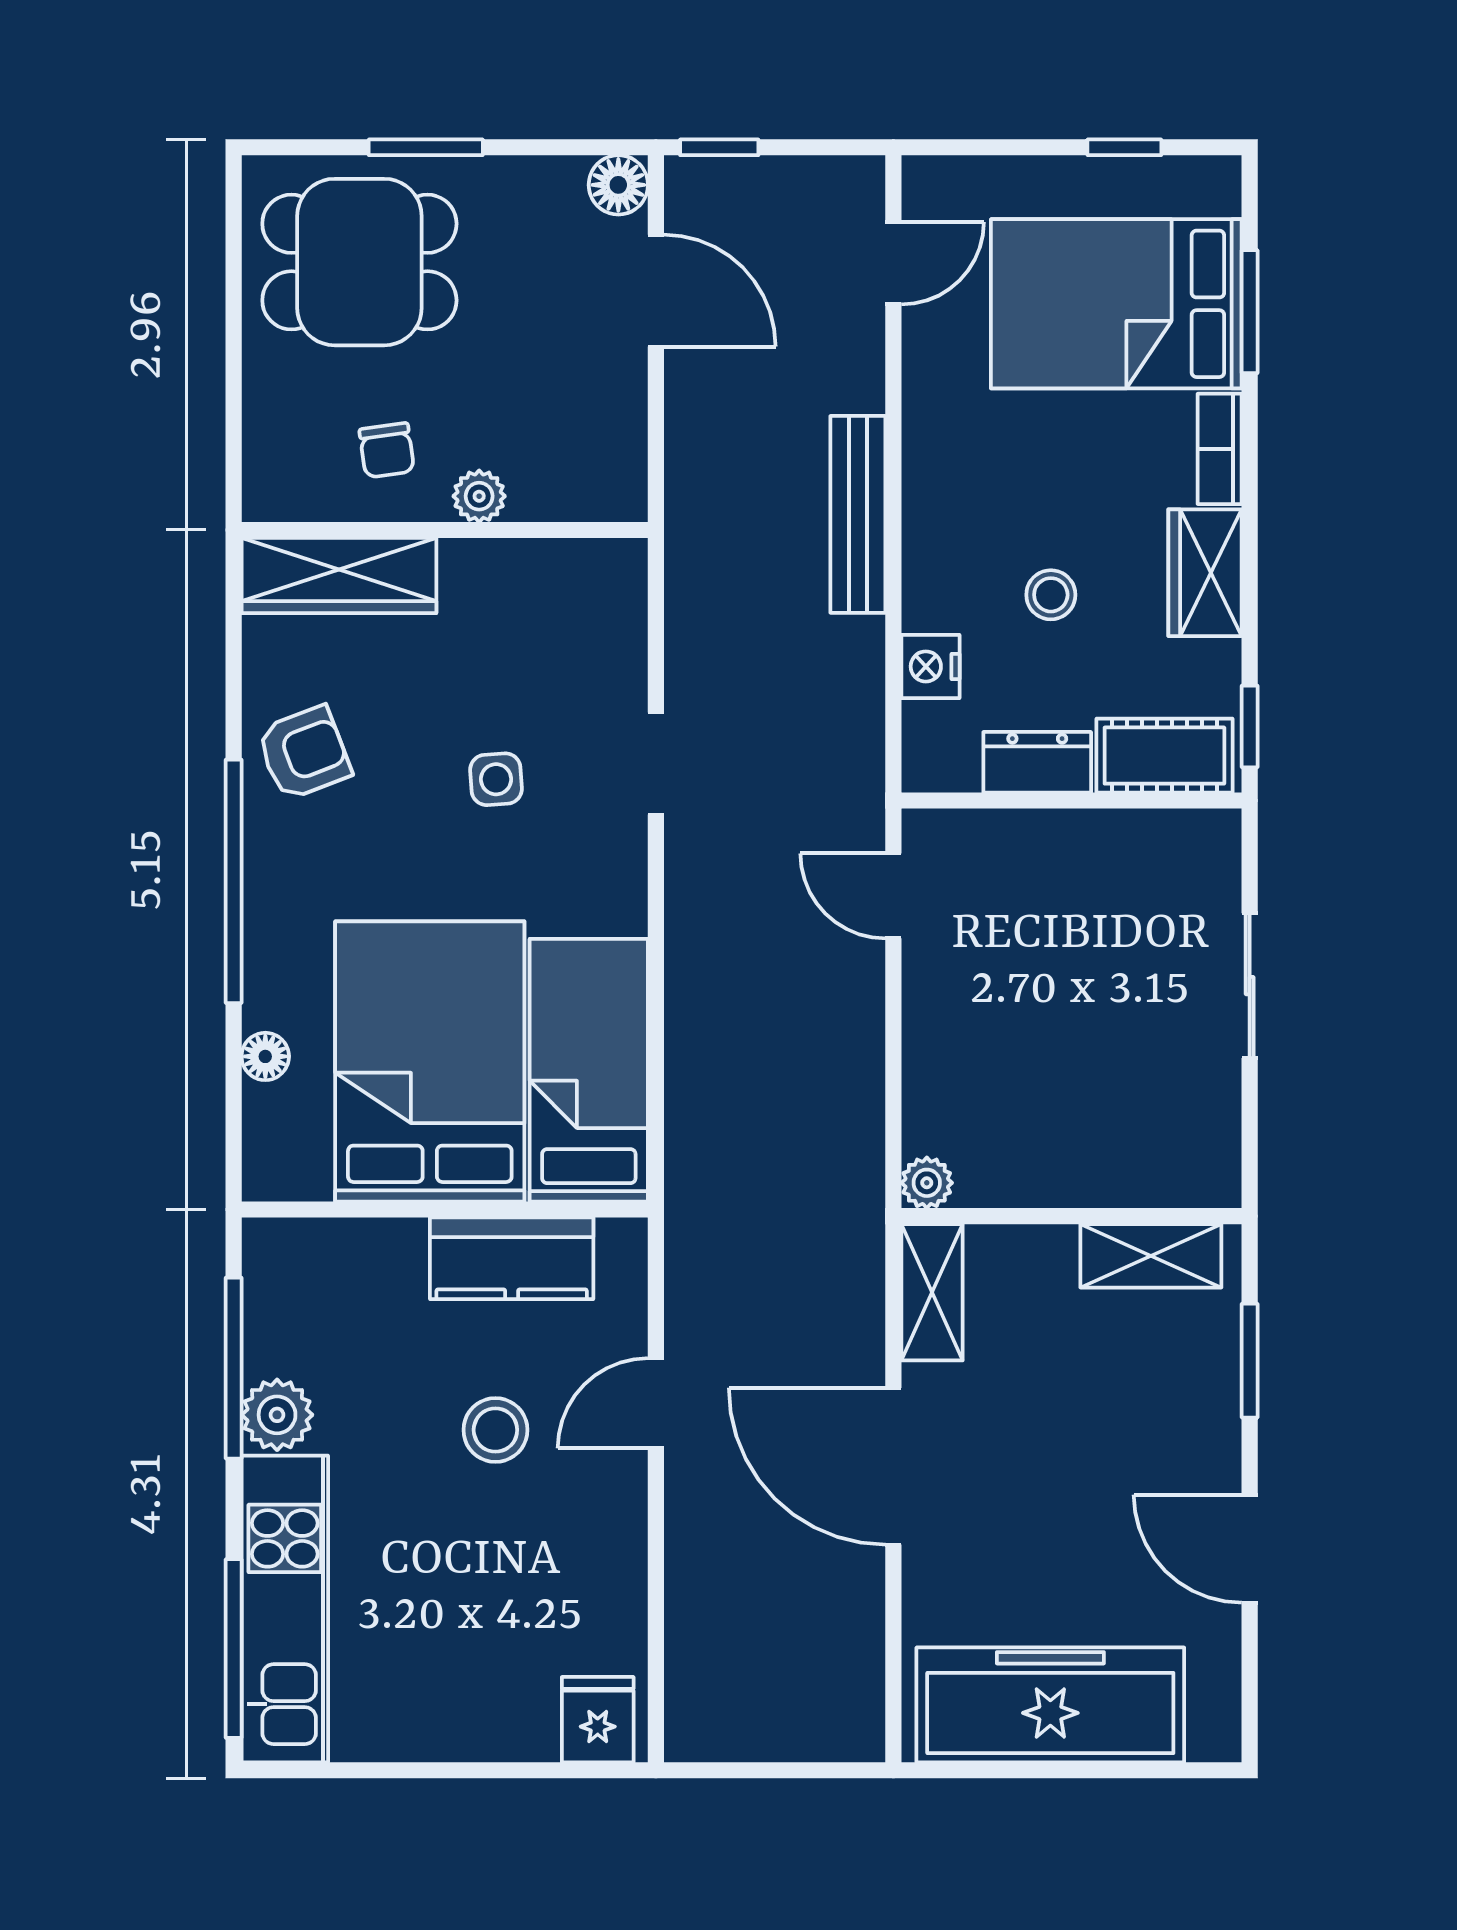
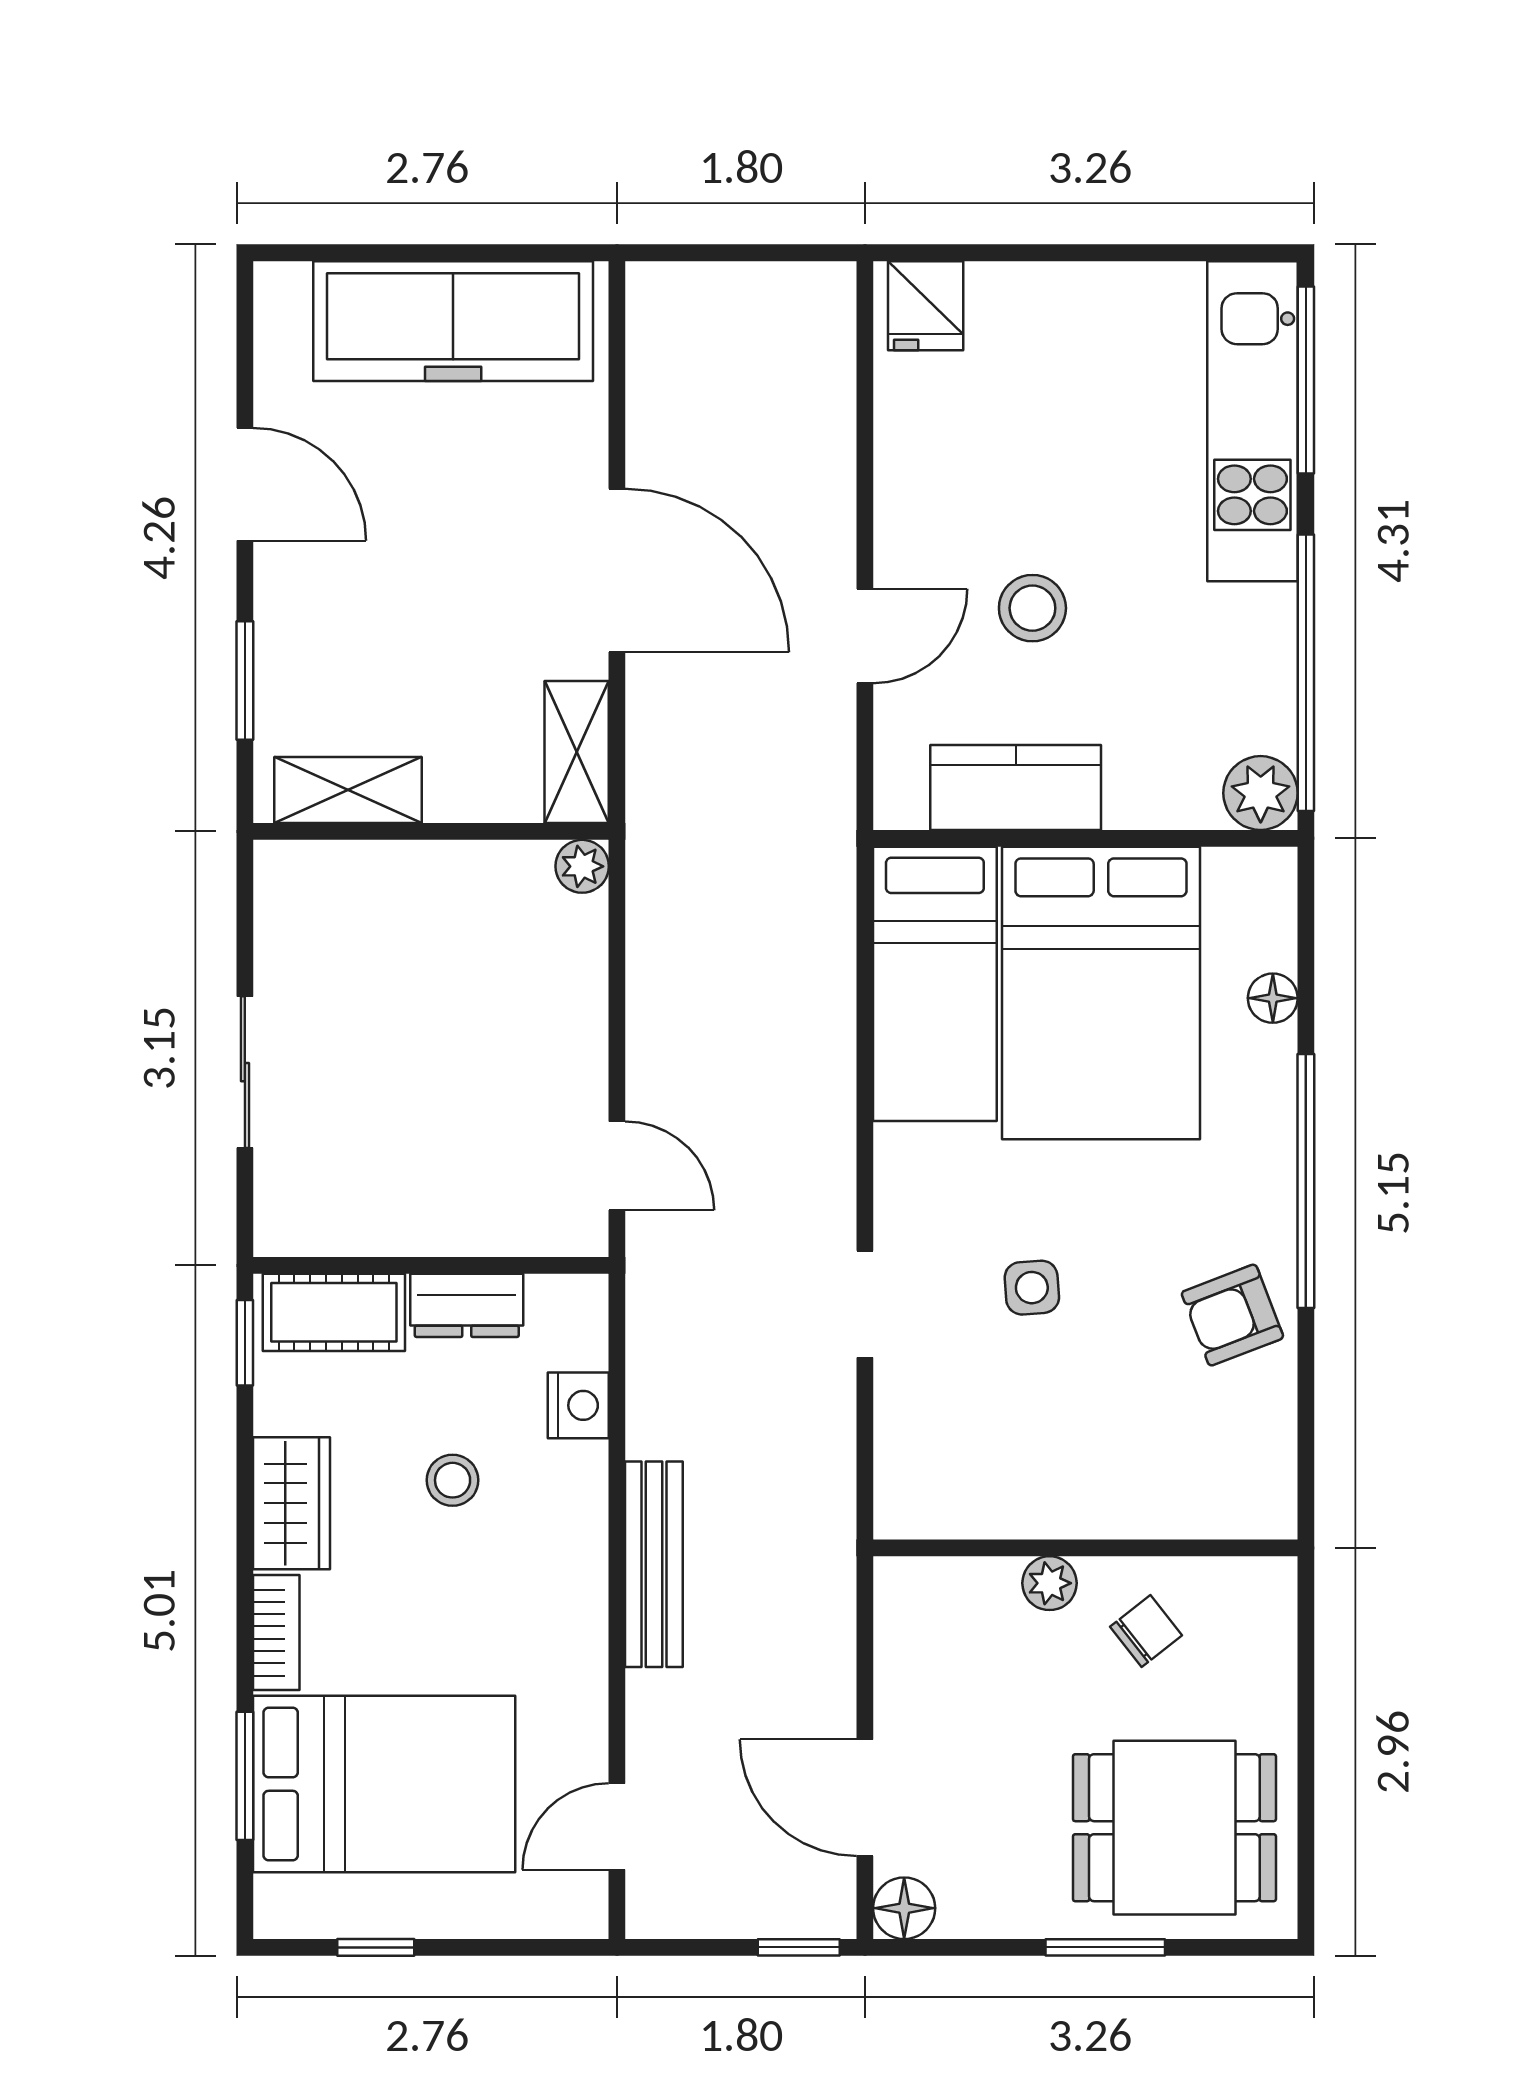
chair: (387, 450) -> (1146, 1631), turned 60
wardrobe: (339, 576) -> (1196, 1500), removed
window: (234, 1368) -> (1306, 673), width x1.46
plant: (277, 1415) -> (1261, 793), moved

